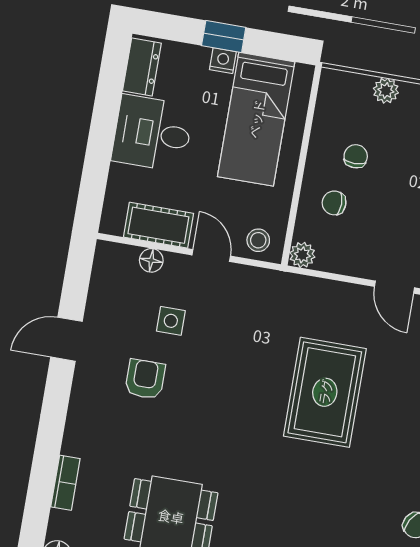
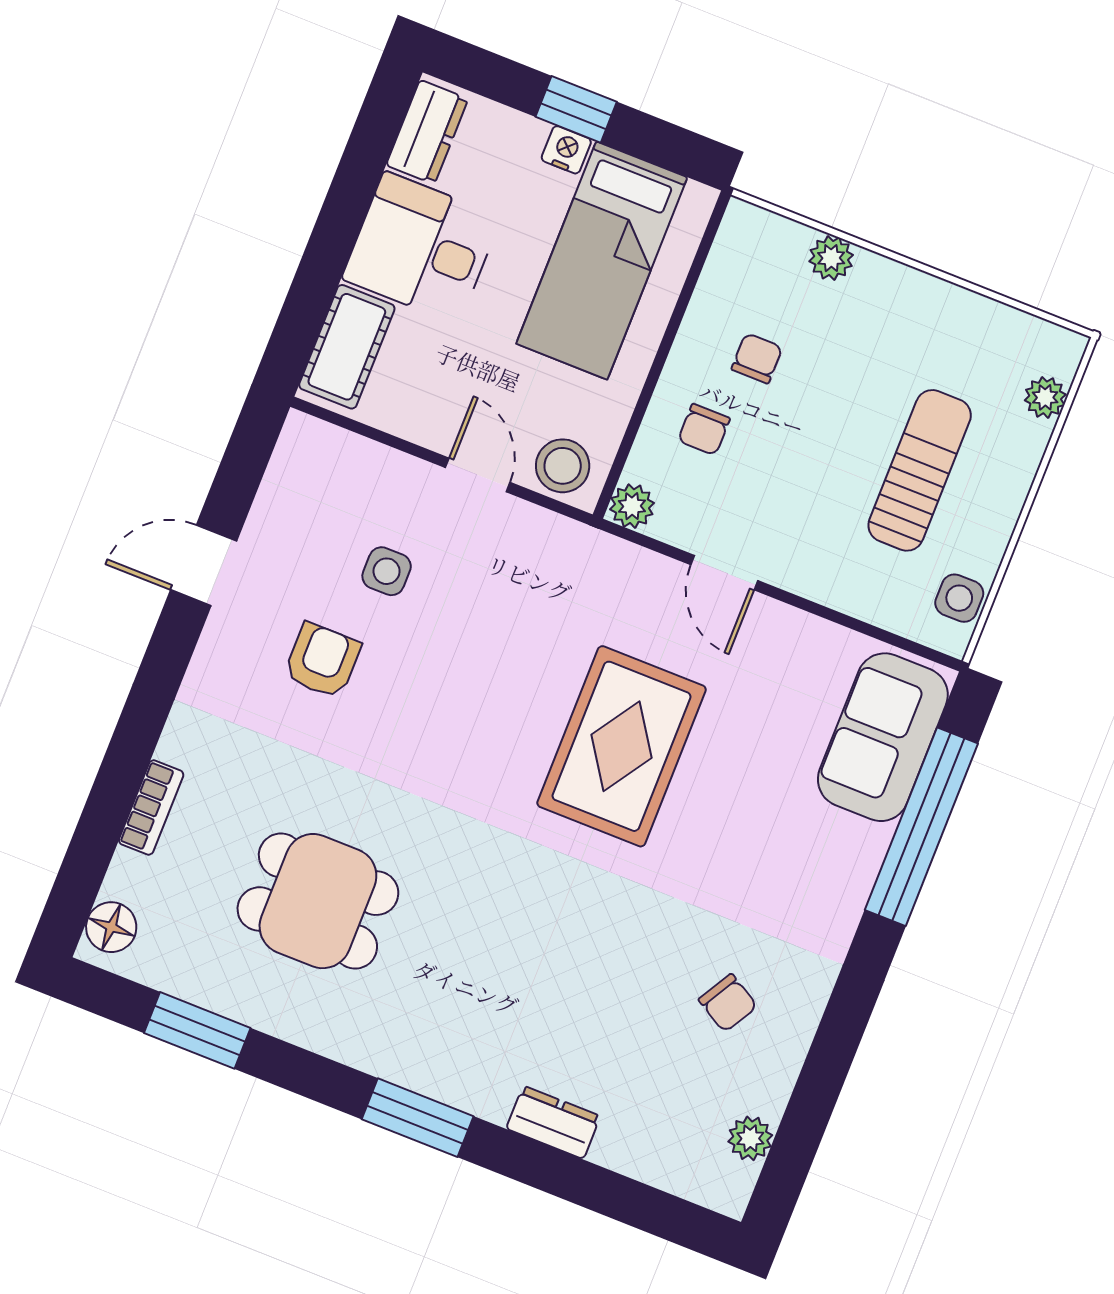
chair: (334, 203) -> (704, 430), turned -90
cot: (158, 225) -> (347, 347), moved, turned 90
stool: (258, 240) -> (563, 466), width x1.37, depth x1.37
floor lamp: (151, 260) -> (375, 462), removed
door: (394, 287) -> (724, 573), moved

